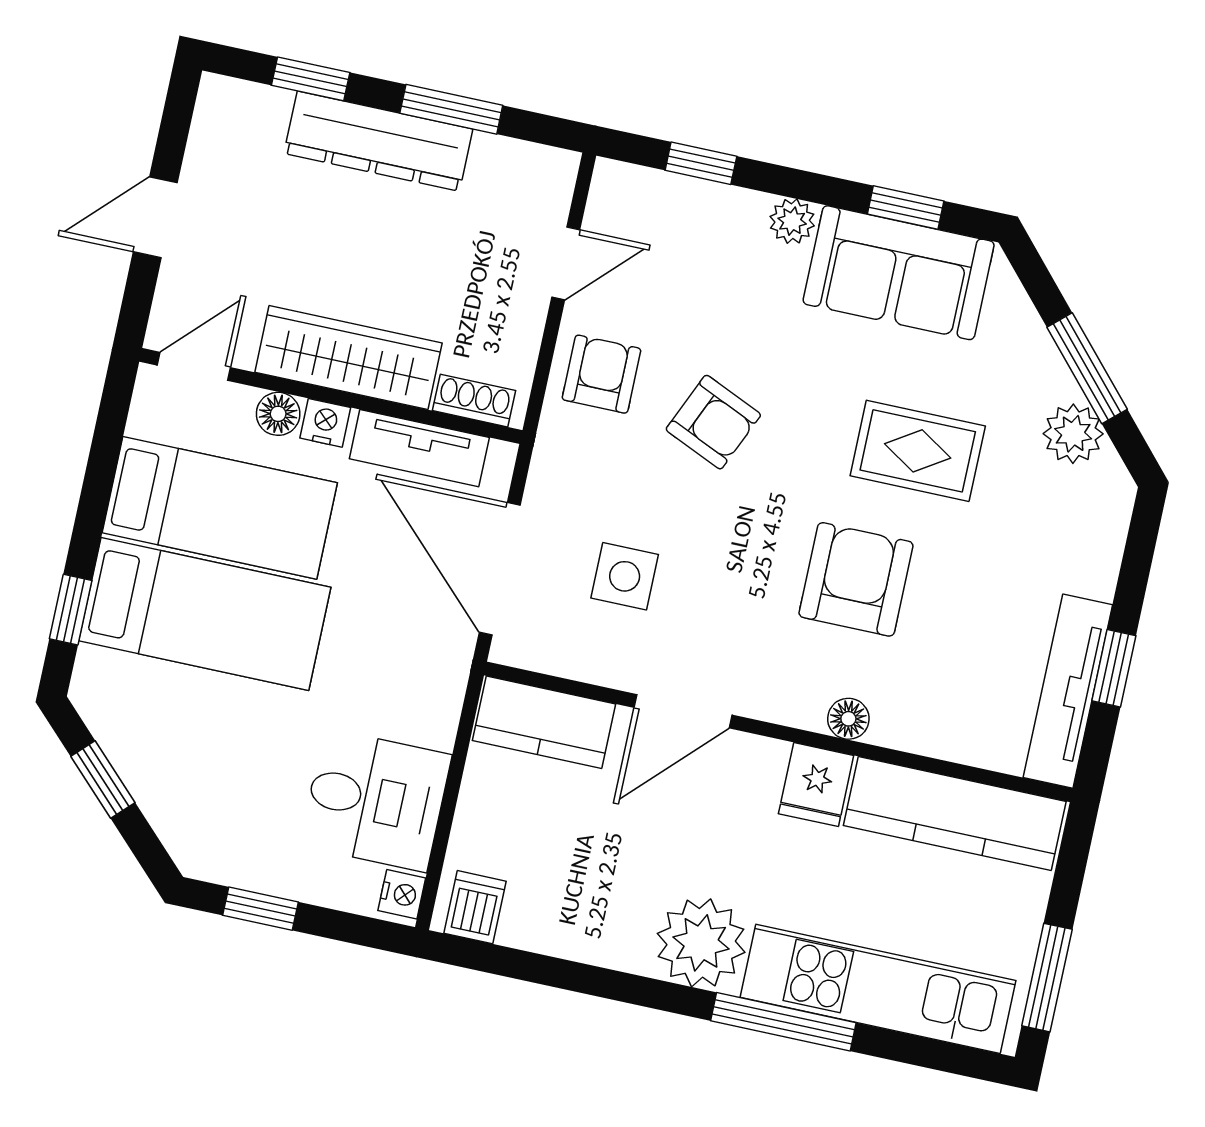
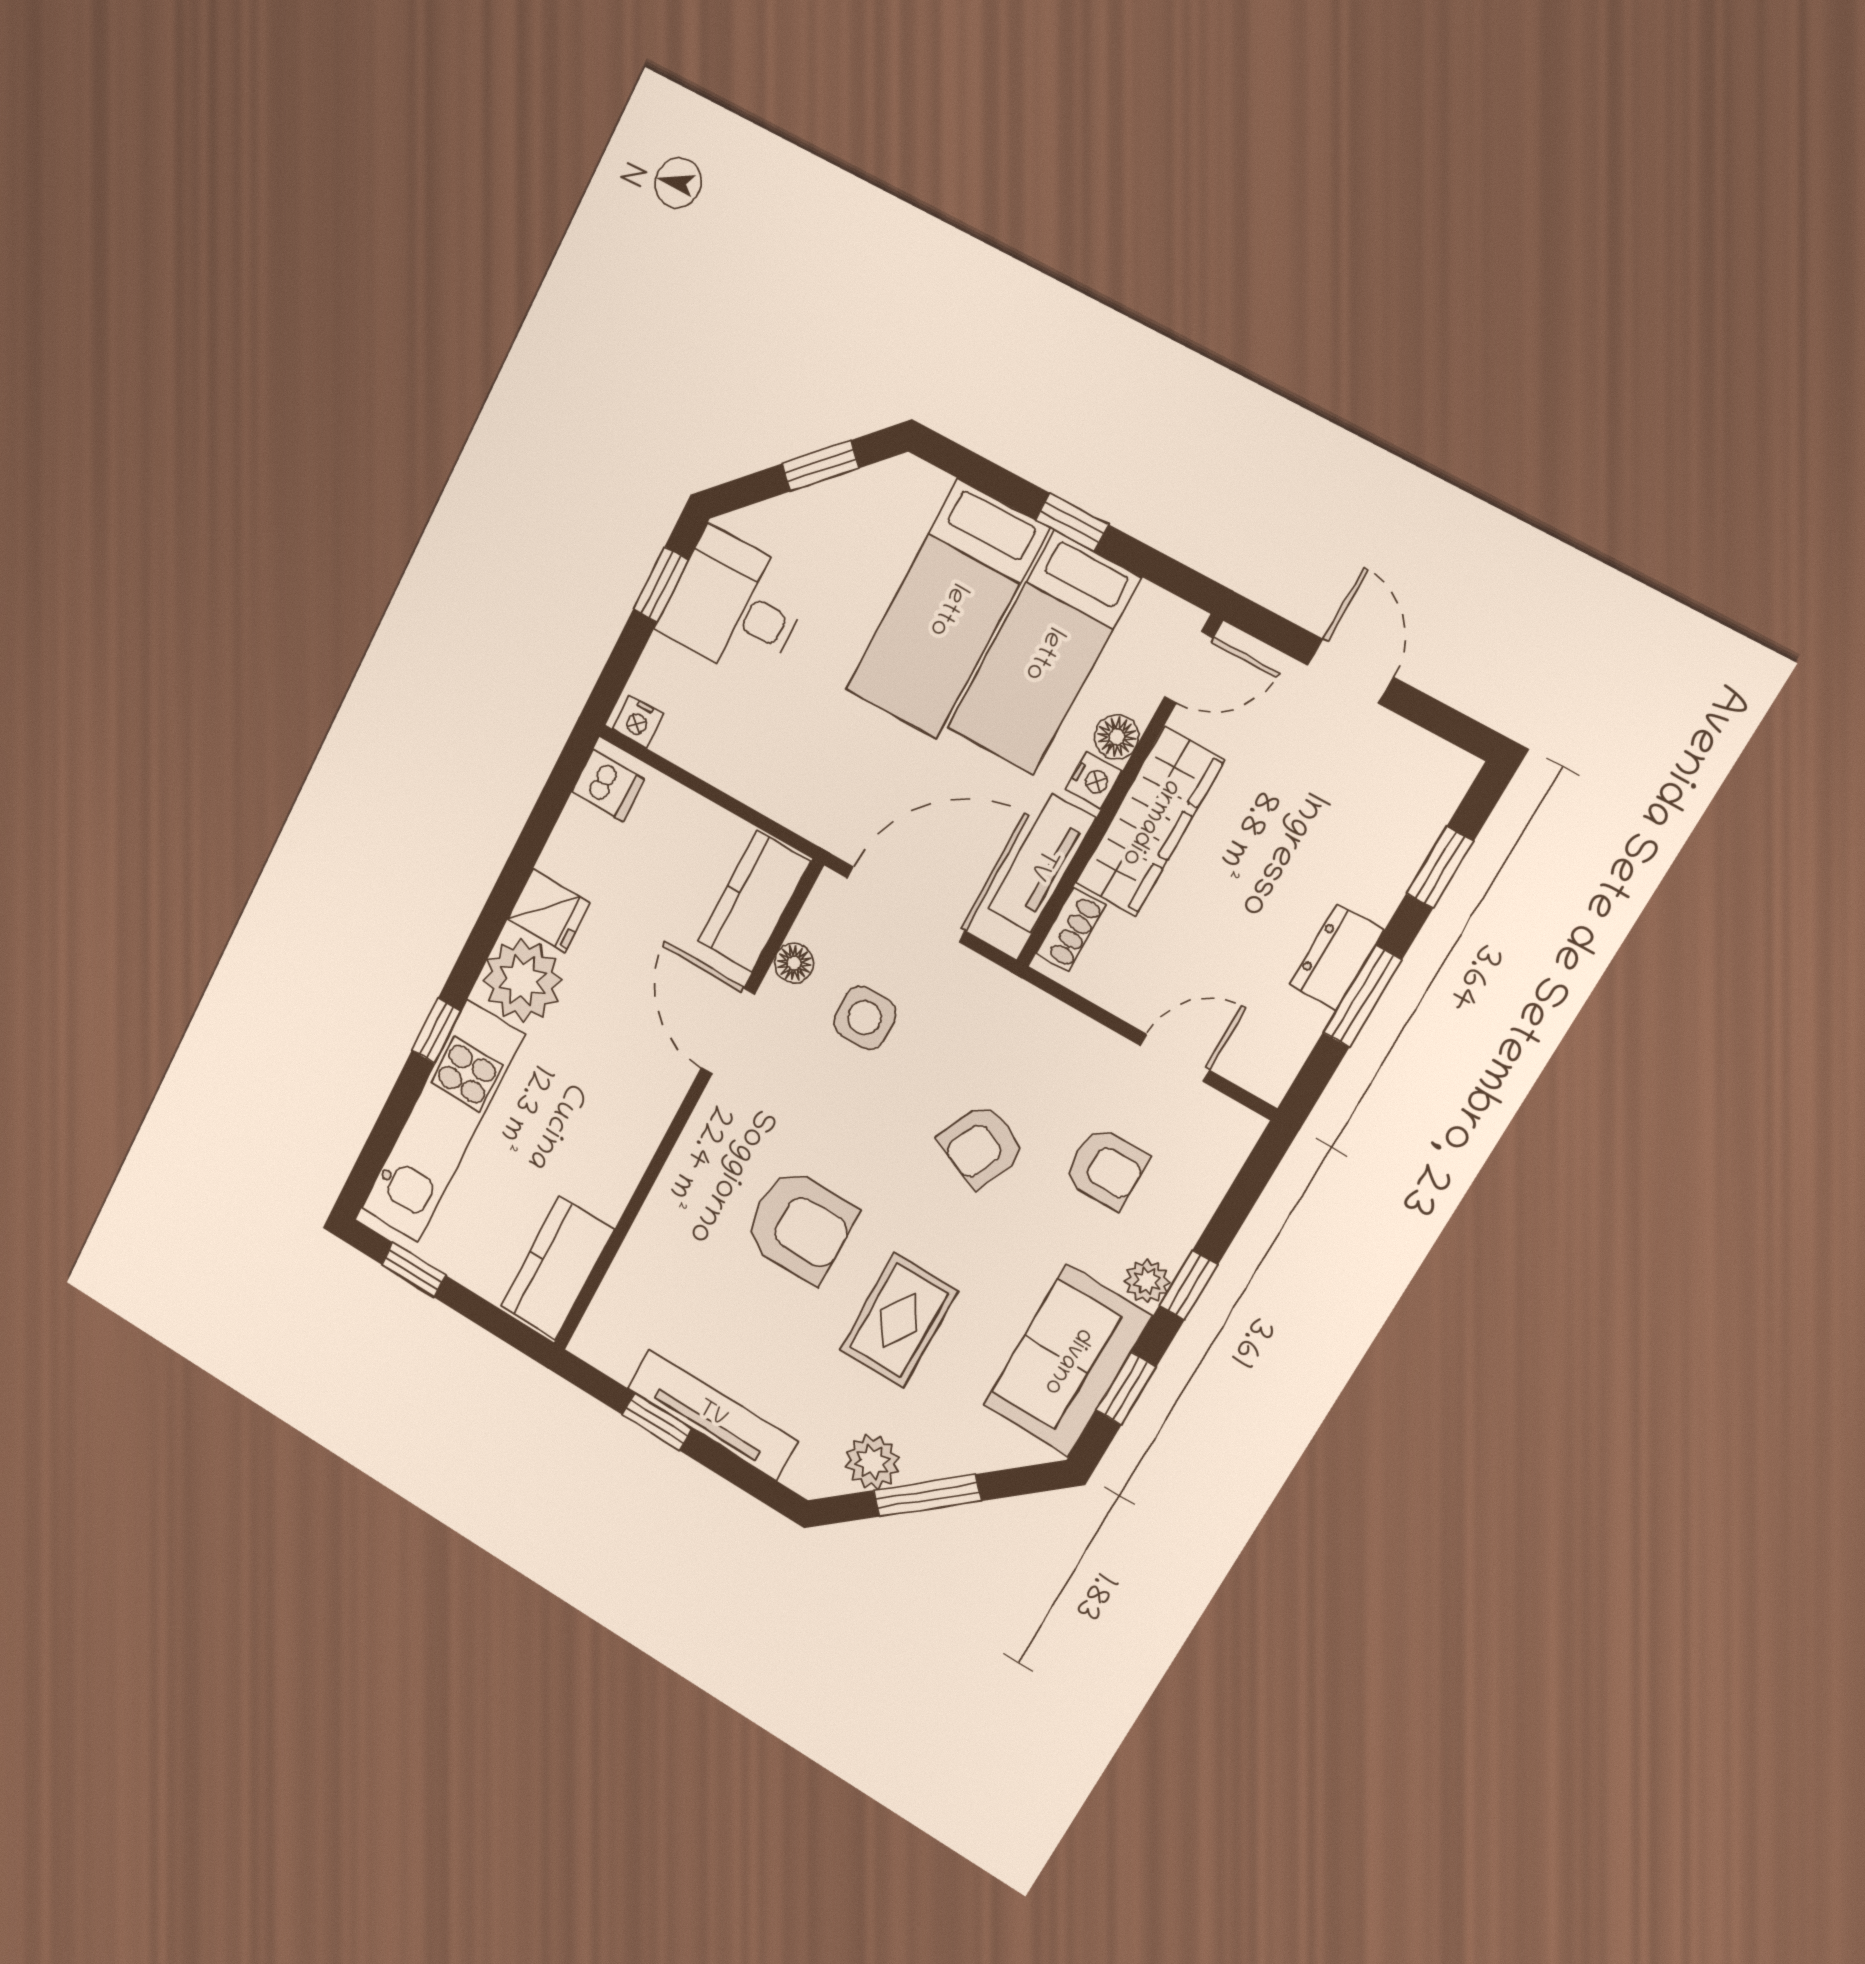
dresser: (378, 141) -> (1337, 958), width x0.51, depth x0.80
window: (701, 163) -> (1188, 1285), moved
door: (566, 263) -> (1175, 1058), swing flipped
door: (194, 366) -> (1189, 667), hinge flipped
armchair: (601, 374) -> (1106, 1168), moved
window: (71, 610) -> (1072, 522), moved
tv unit: (1068, 691) -> (712, 1415), moved
floor lamp: (848, 719) -> (794, 963), moved
fridge: (816, 785) -> (549, 911), moved, turned 180
desk: (376, 800) -> (735, 606), moved, turned 90
kitchen counter: (955, 813) -> (557, 1268), width x0.67
window: (1047, 978) -> (414, 1270), width x0.67
window: (783, 1022) -> (437, 1030), width x0.46

